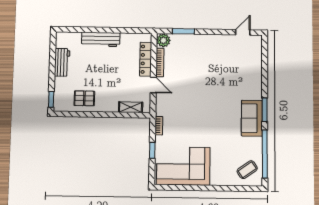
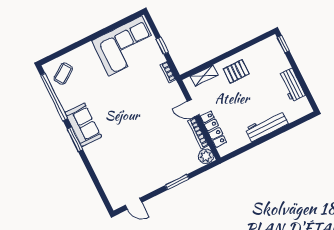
window: (183, 31) -> (177, 182), moved
door: (243, 32) -> (134, 204), hinge flipped
pallet: (84, 98) -> (236, 71), moved

